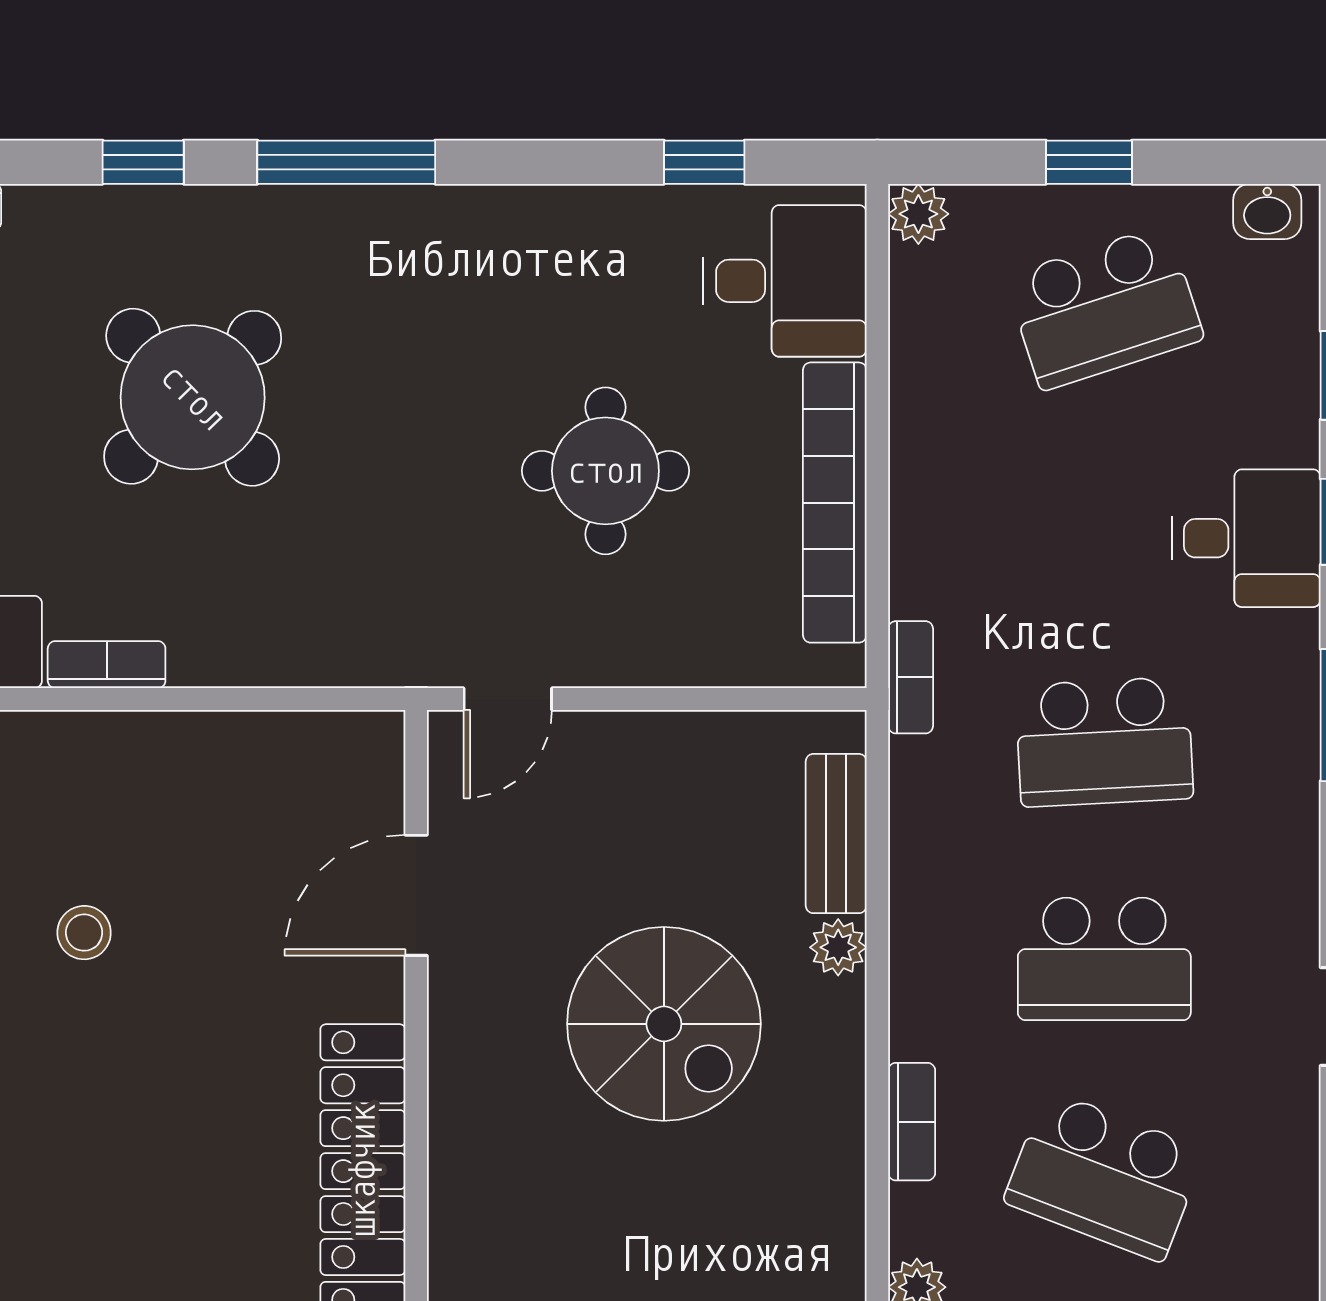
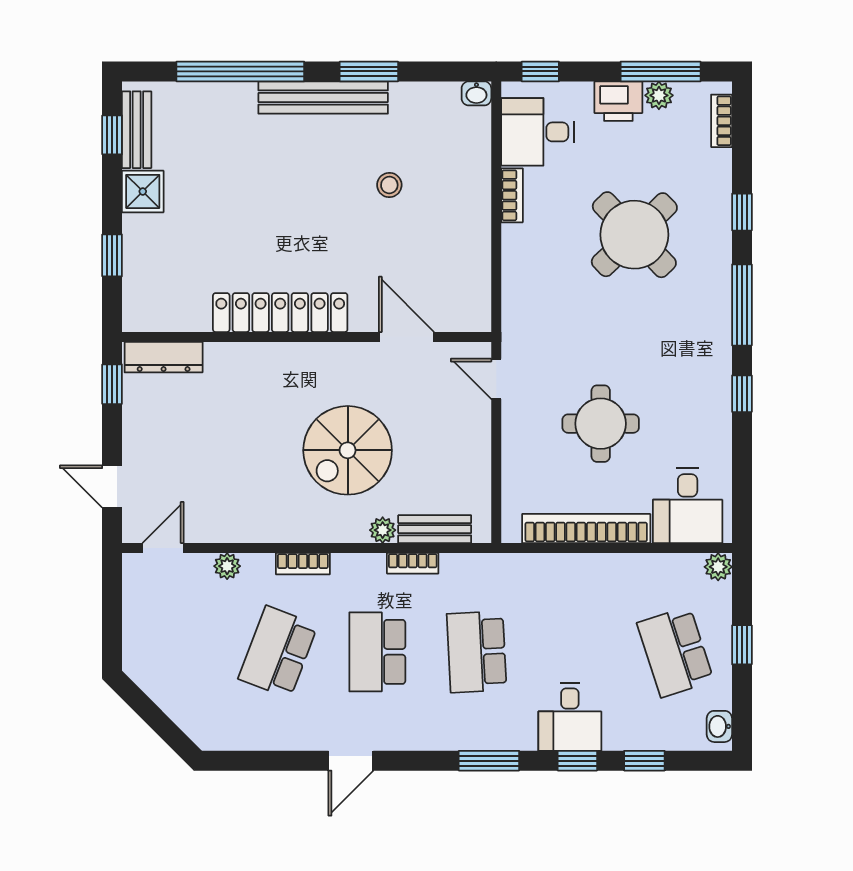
window: (704, 162) -> (742, 394), moved
bookcase: (911, 677) -> (413, 563), moved

